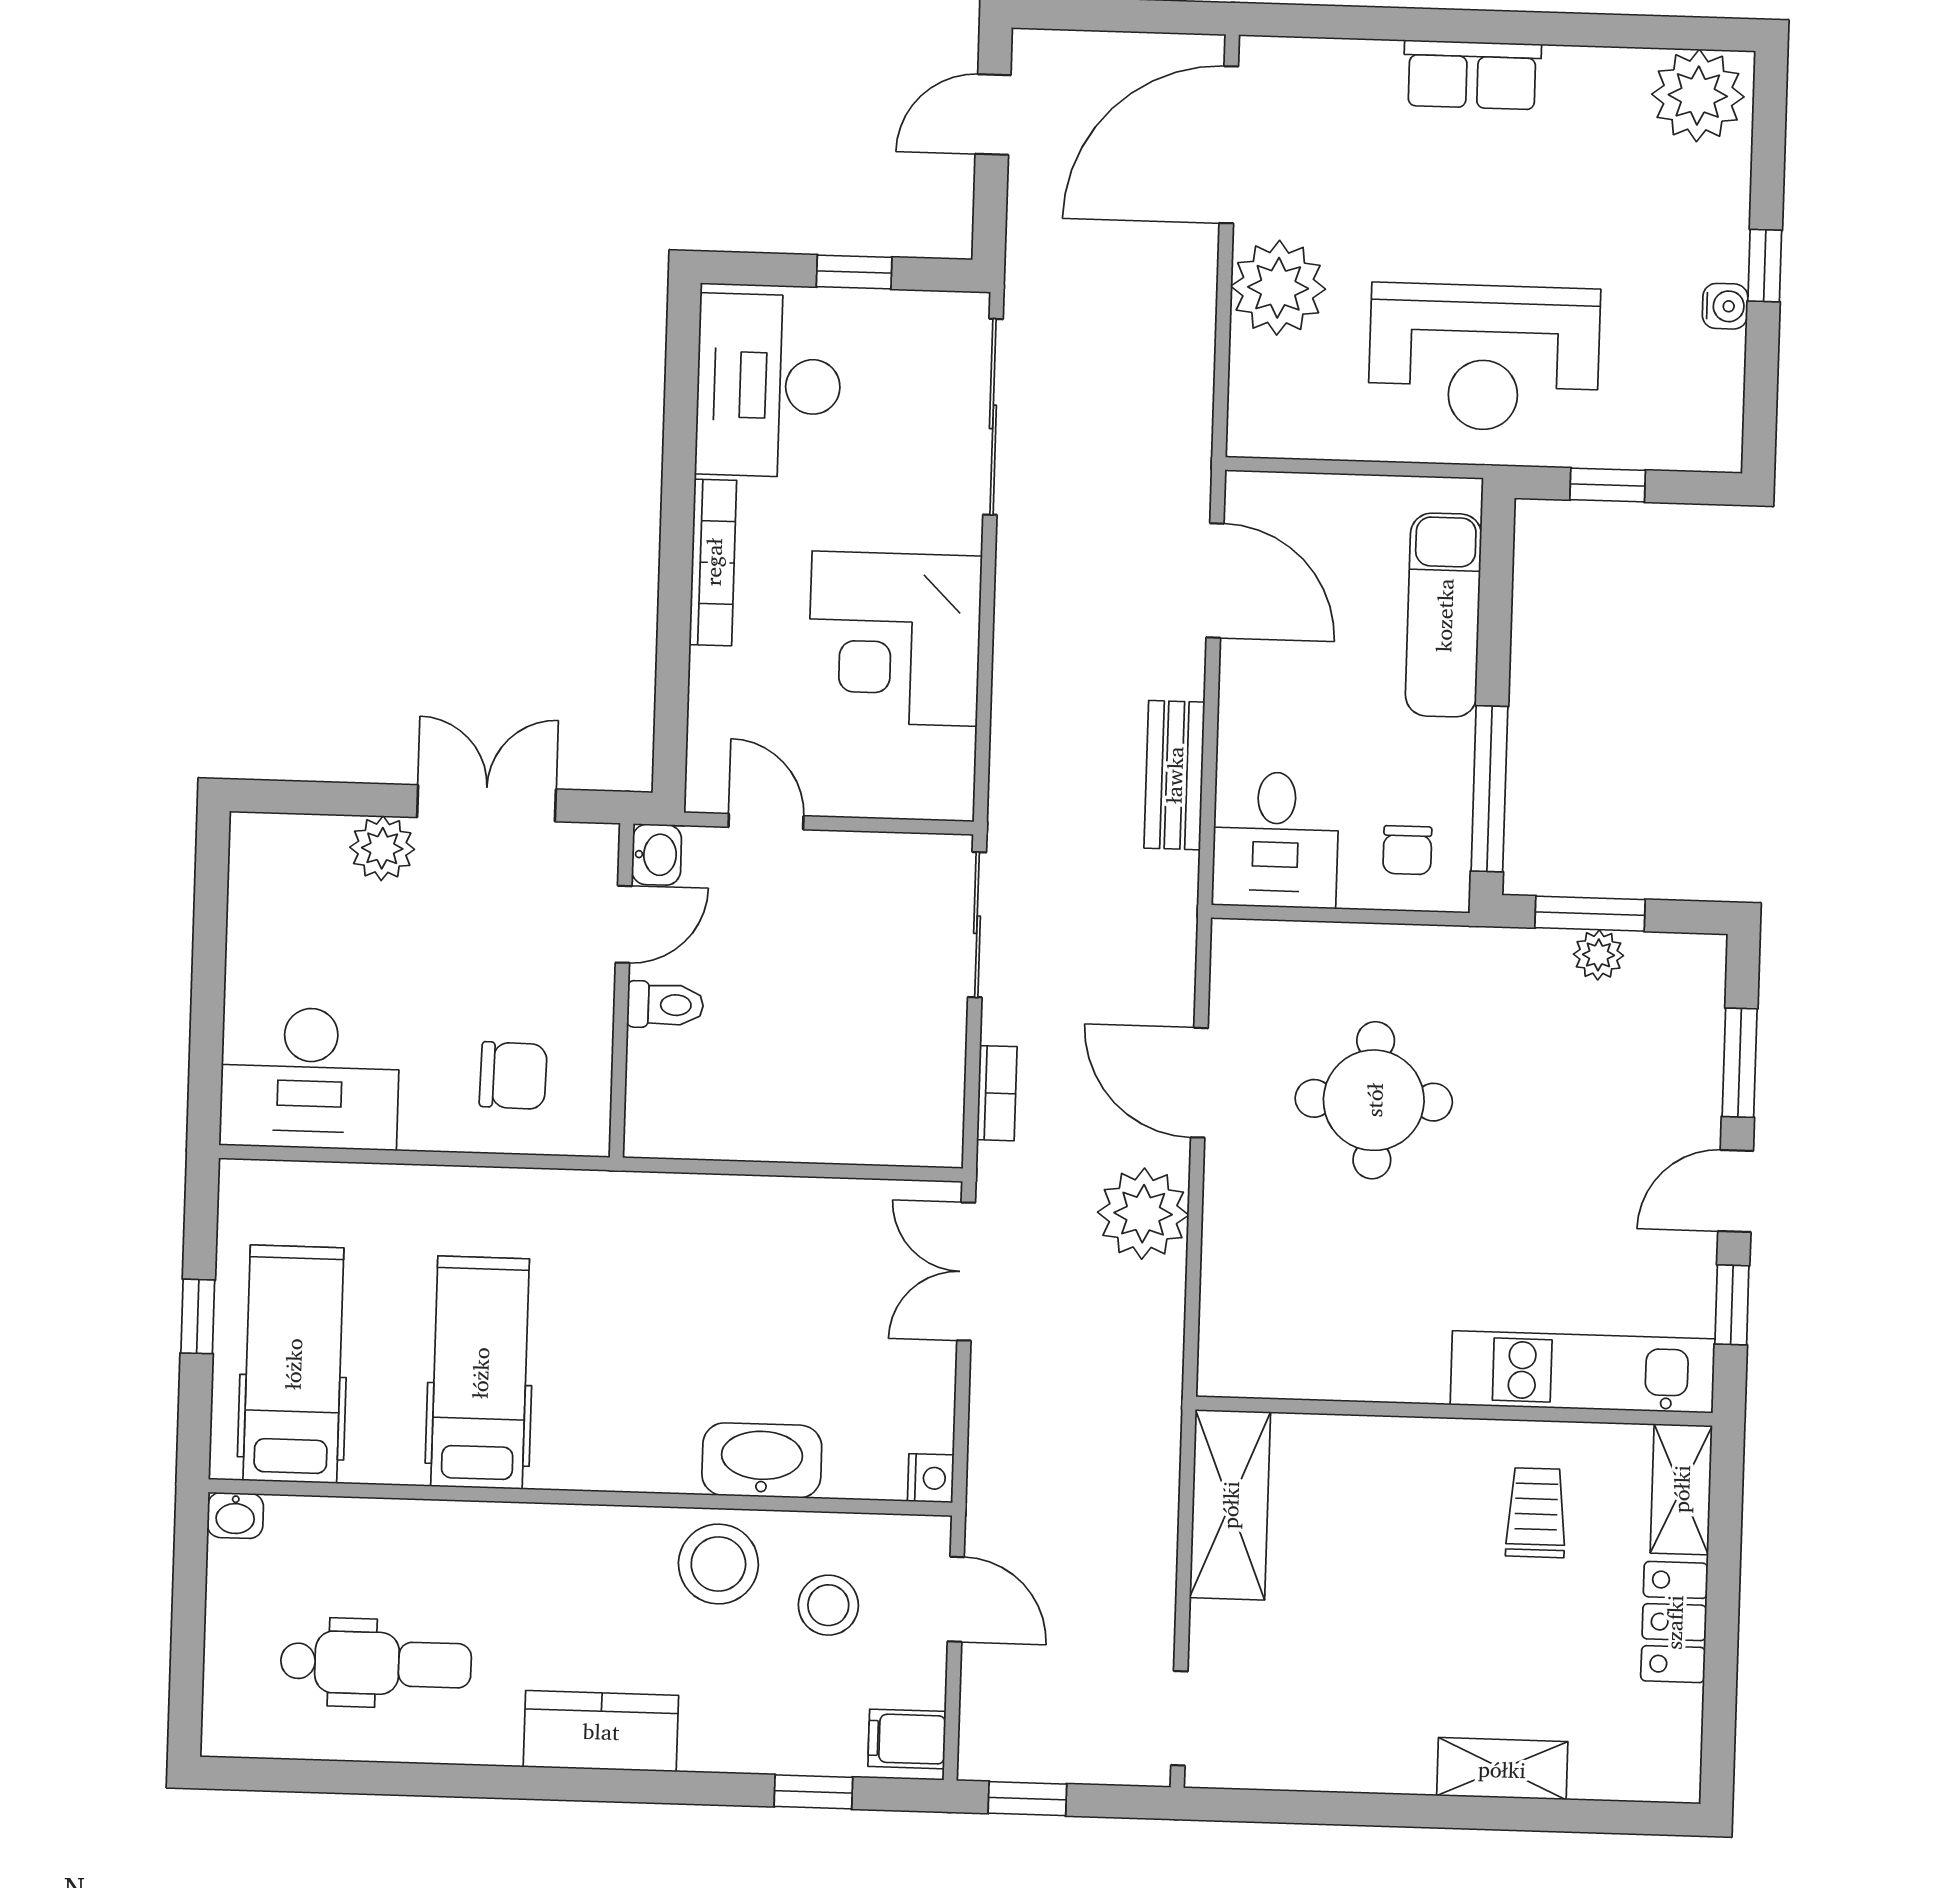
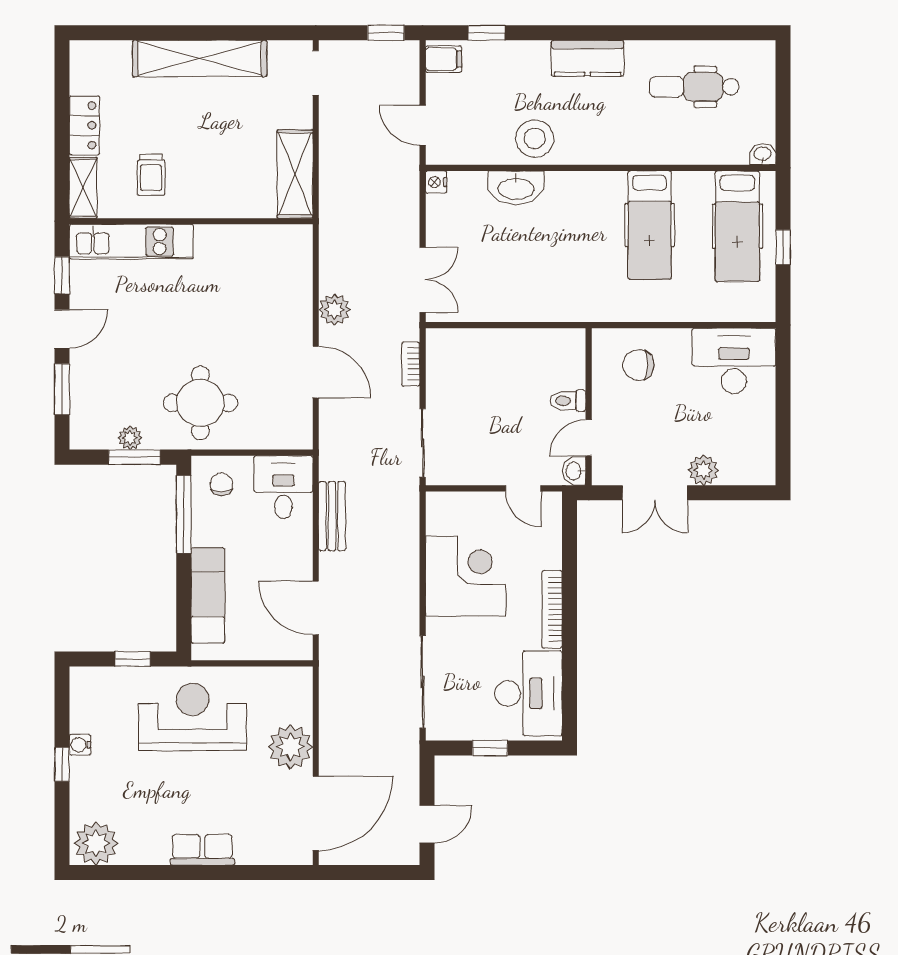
round table: (1374, 1100) -> (200, 403), moved
plant: (1143, 1214) -> (334, 310), width x0.73, depth x0.73
stool: (828, 1605) -> (482, 121), removed
shelving: (1502, 1769) -> (200, 59), width x2.20, depth x1.33

